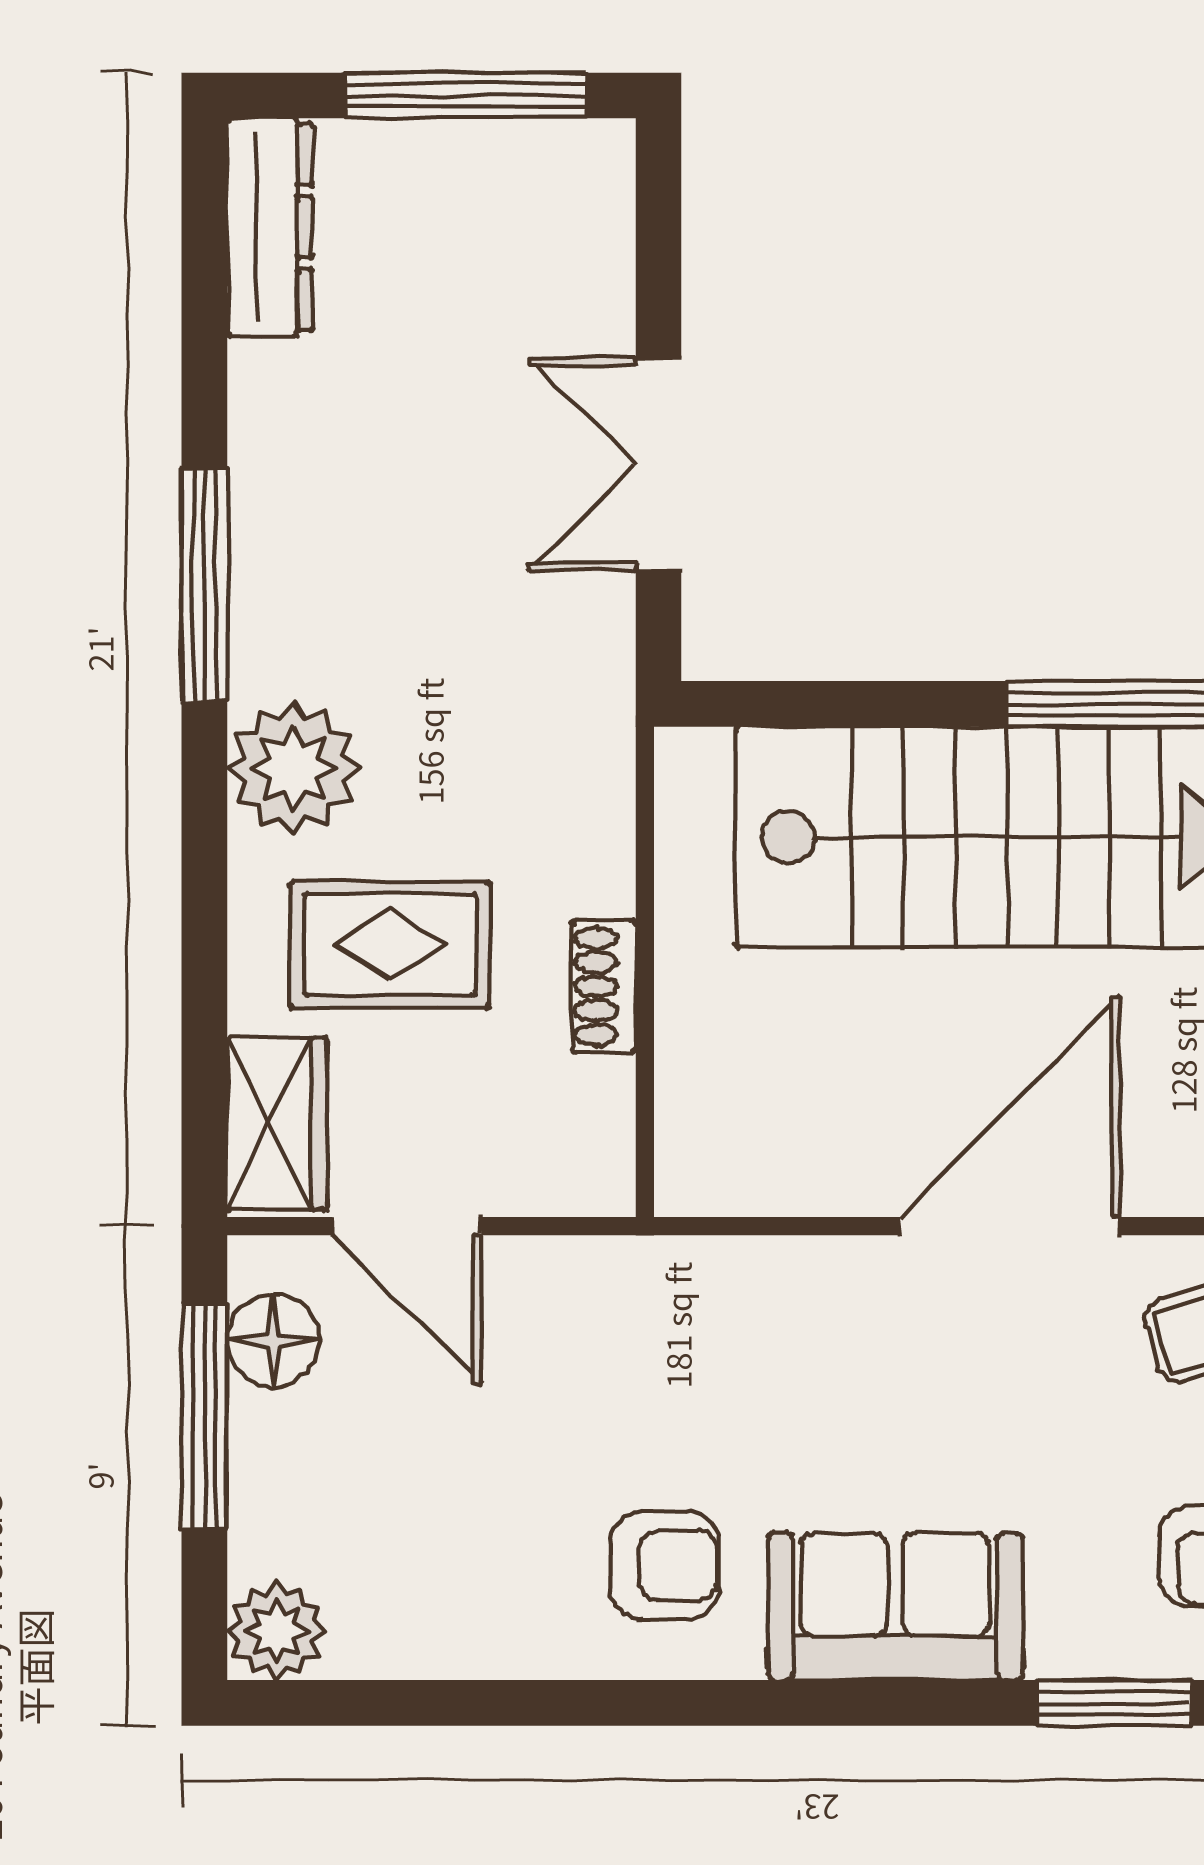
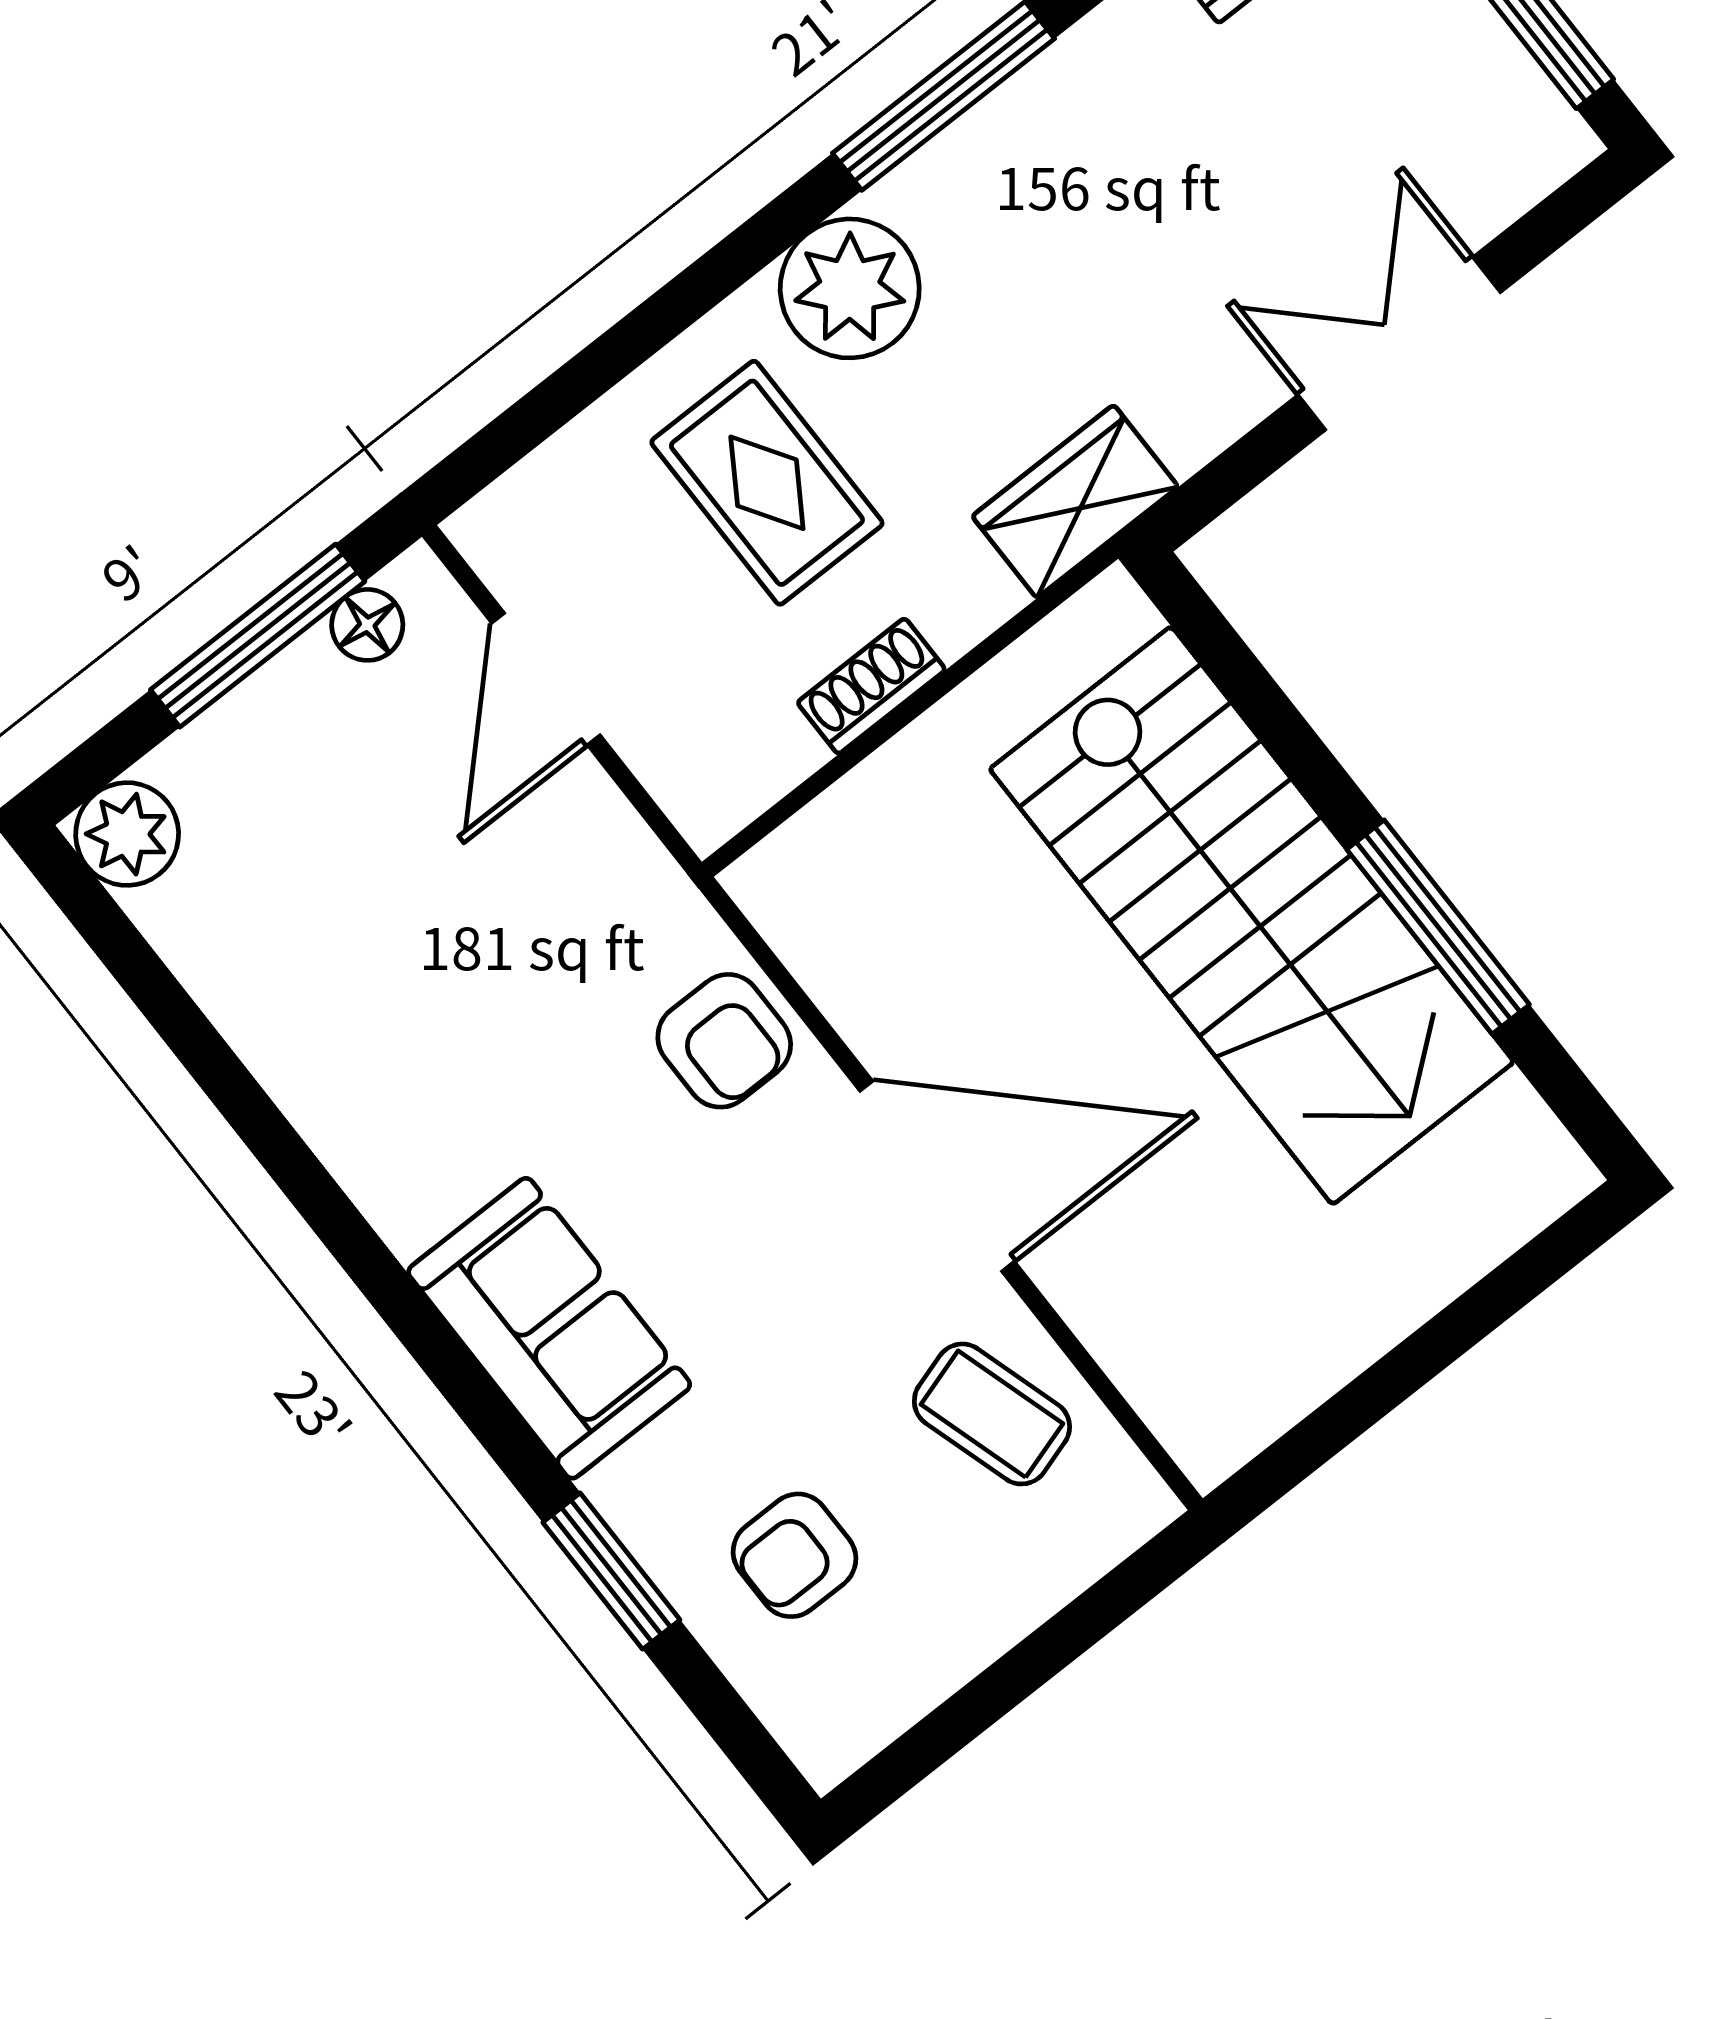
double door: (659, 465) -> (1399, 344), moved
wardrobe: (277, 1124) -> (1075, 501), moved, turned 180
floor lamp: (274, 1341) -> (367, 625), width x0.73, depth x0.73
armchair: (665, 1565) -> (724, 1041), moved

